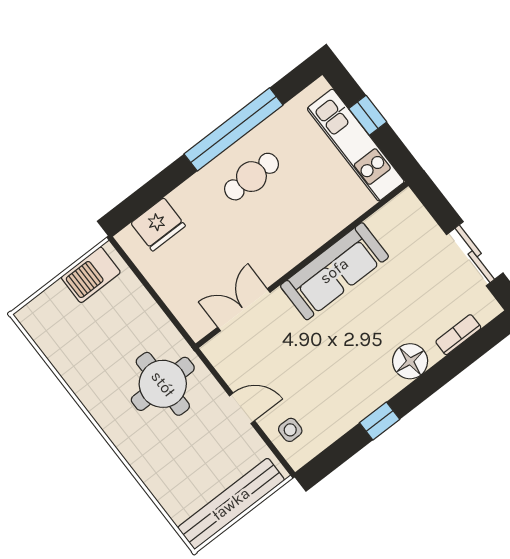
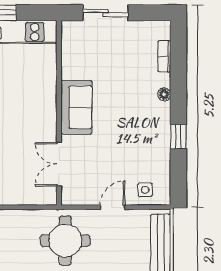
sliding door: (475, 254) -> (106, 13), moved
sofa: (334, 271) -> (76, 107), width x0.73
floor lamp: (410, 361) -> (164, 94), width x0.53, depth x0.53

